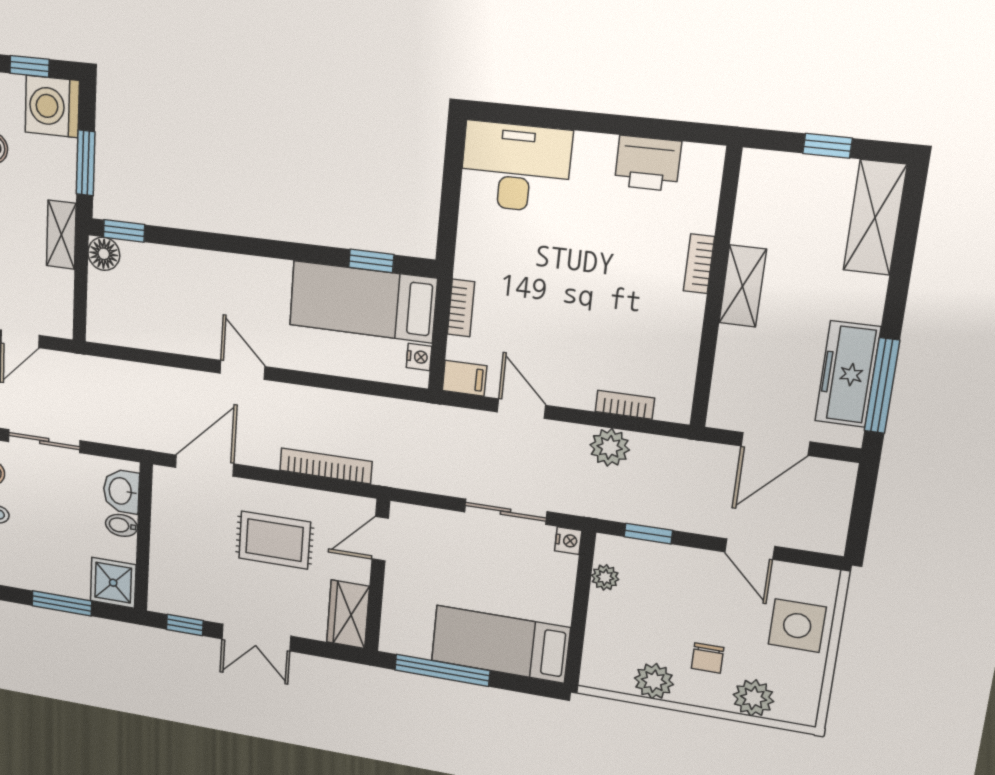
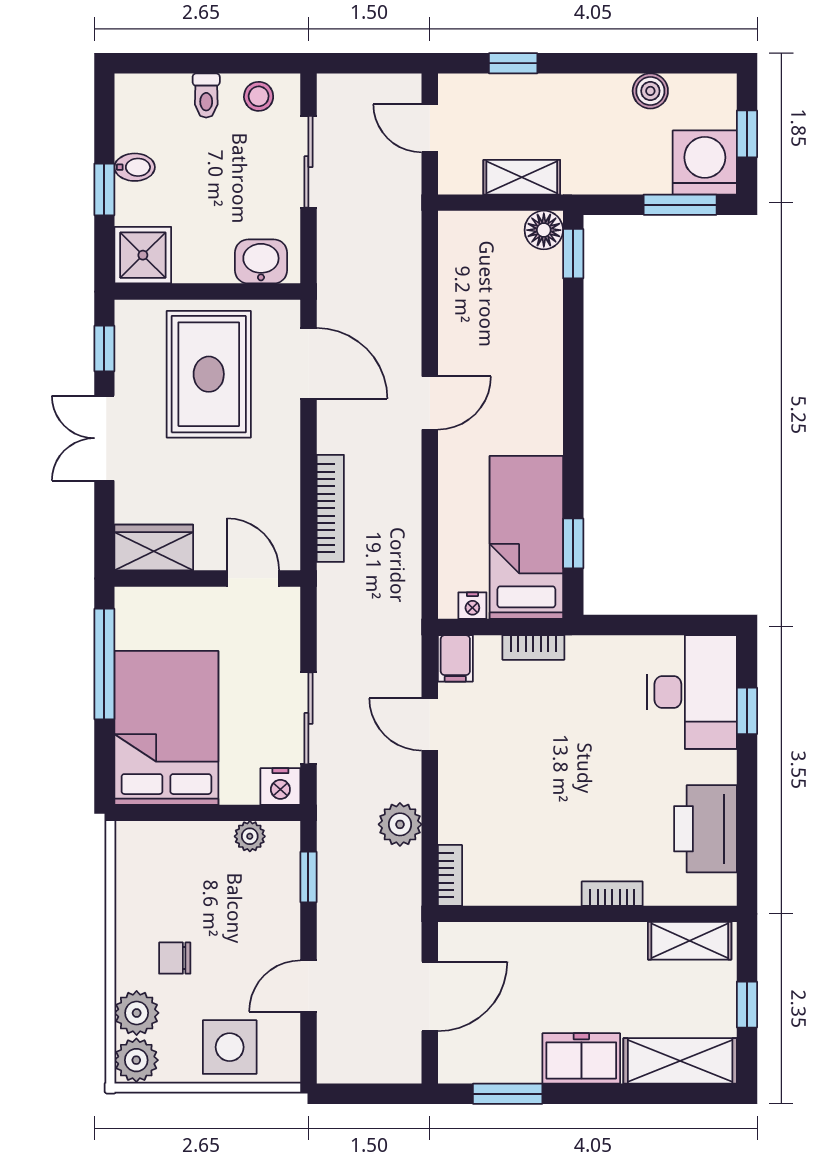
window: (538, 117) -> (747, 711), added
window: (86, 163) -> (680, 205), moved
printer: (648, 163) -> (705, 829), width x1.37, depth x1.19
shelving: (61, 235) -> (522, 177), moved
shelving: (743, 286) -> (690, 941), moved
freezer: (848, 374) -> (581, 1058), moved, width x0.71
window: (882, 386) -> (508, 1094), width x0.69
bookcase: (625, 405) -> (450, 875), moved
door: (521, 409) -> (430, 724), swing flipped
door: (775, 444) -> (430, 996), swing flipped
bidet: (122, 525) -> (135, 167), moved, turned 90
rug: (274, 540) -> (209, 374), moved, width x1.36, depth x1.43
nightstand: (568, 541) -> (280, 786), width x1.39, depth x1.35
window: (62, 603) -> (104, 189), width x0.67
bed: (500, 644) -> (166, 728), width x1.50
plant: (654, 681) -> (136, 1060), moved

